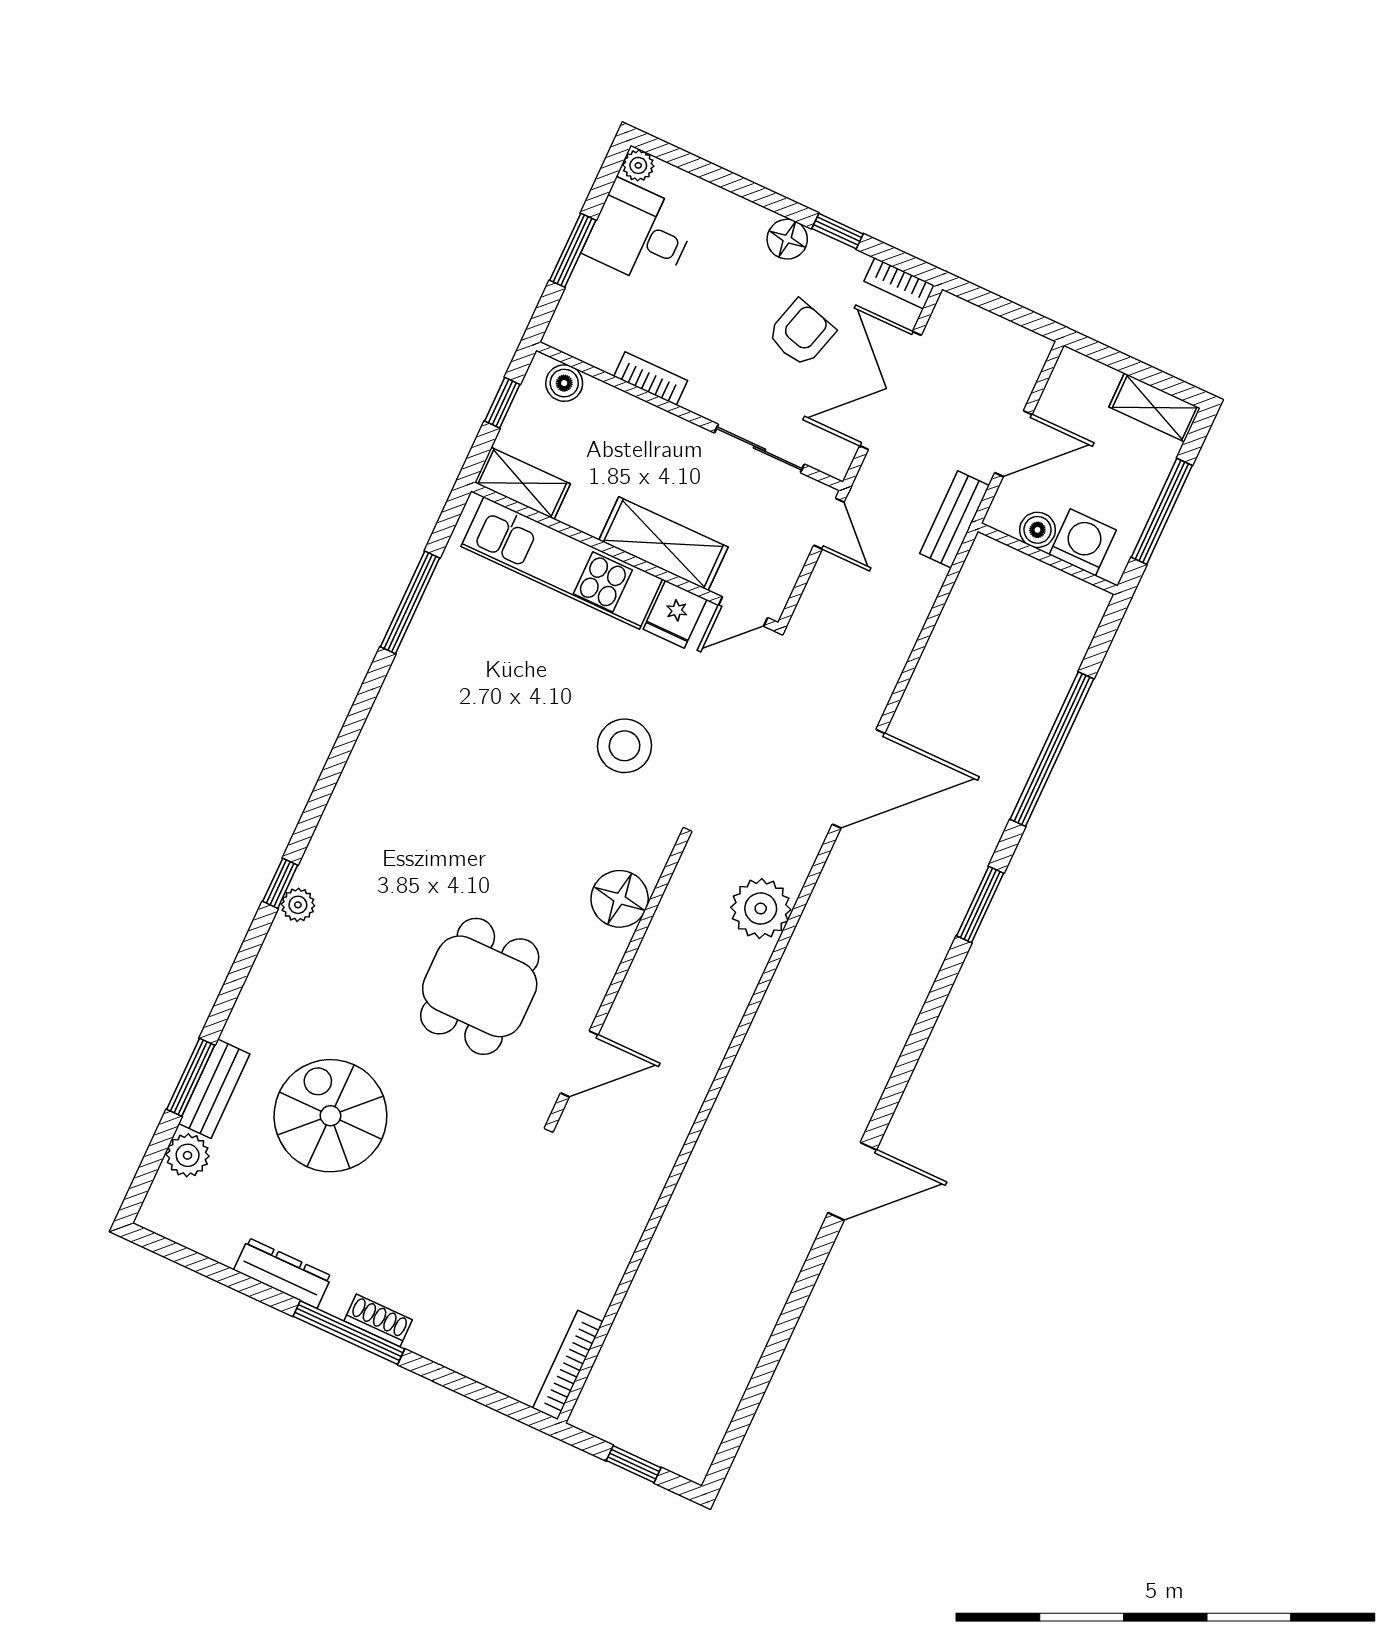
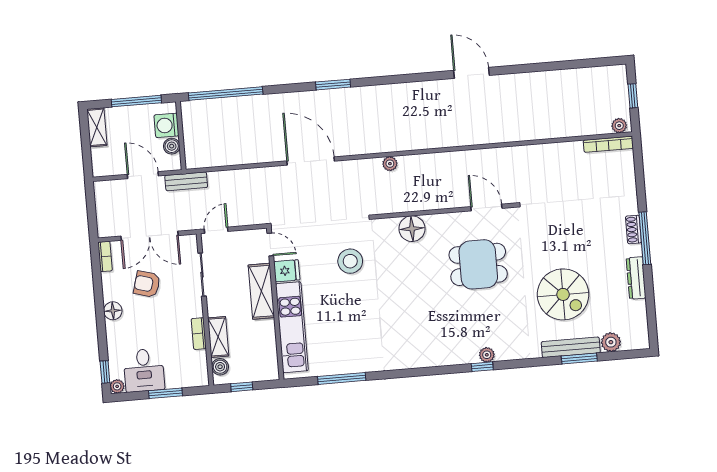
window: (838, 231) -> (105, 372), moved
shelving: (522, 483) -> (218, 337), moved
window: (1052, 749) -> (226, 94), moved
plant: (761, 909) -> (390, 164), width x0.53, depth x0.53
bench: (214, 1089) -> (571, 347), width x1.36
spiral stairs: (330, 1116) -> (563, 294), turned -90
plant: (592, 1406) -> (619, 126), added

